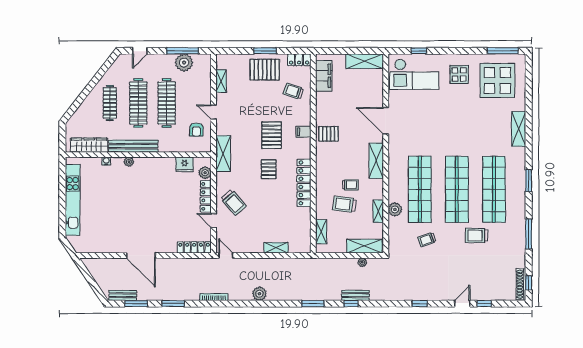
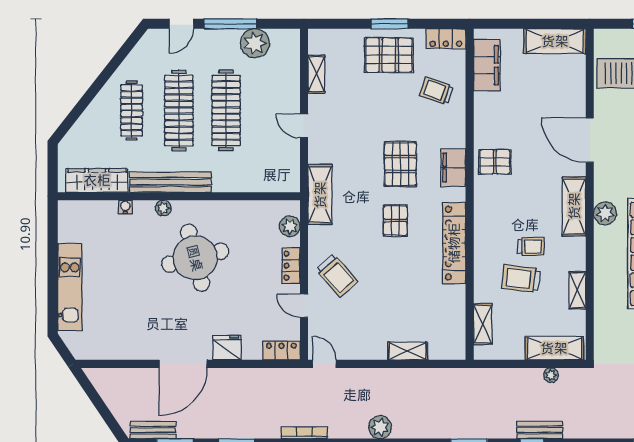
window: (183, 51) -> (230, 24), moved
armchair: (196, 130) -> (275, 155), removed
filing cabinet: (303, 132) -> (453, 168), width x2.00
fridge: (185, 164) -> (227, 348), moved, turned 180
round table: (148, 192) -> (195, 258), added
locker: (206, 196) -> (291, 266), width x0.66
kitchen unit: (73, 200) -> (70, 287), width x0.73
plant: (395, 209) -> (605, 213), moved
locker: (194, 247) -> (281, 350), width x0.66
door: (141, 255) -> (183, 364), hinge flipped

